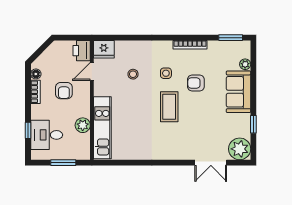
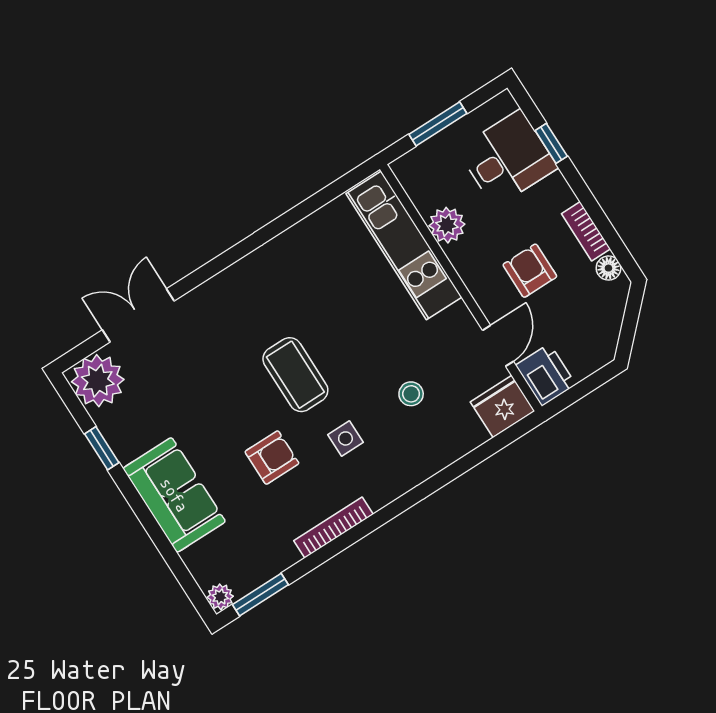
plant: (245, 64) -> (220, 597), moved

